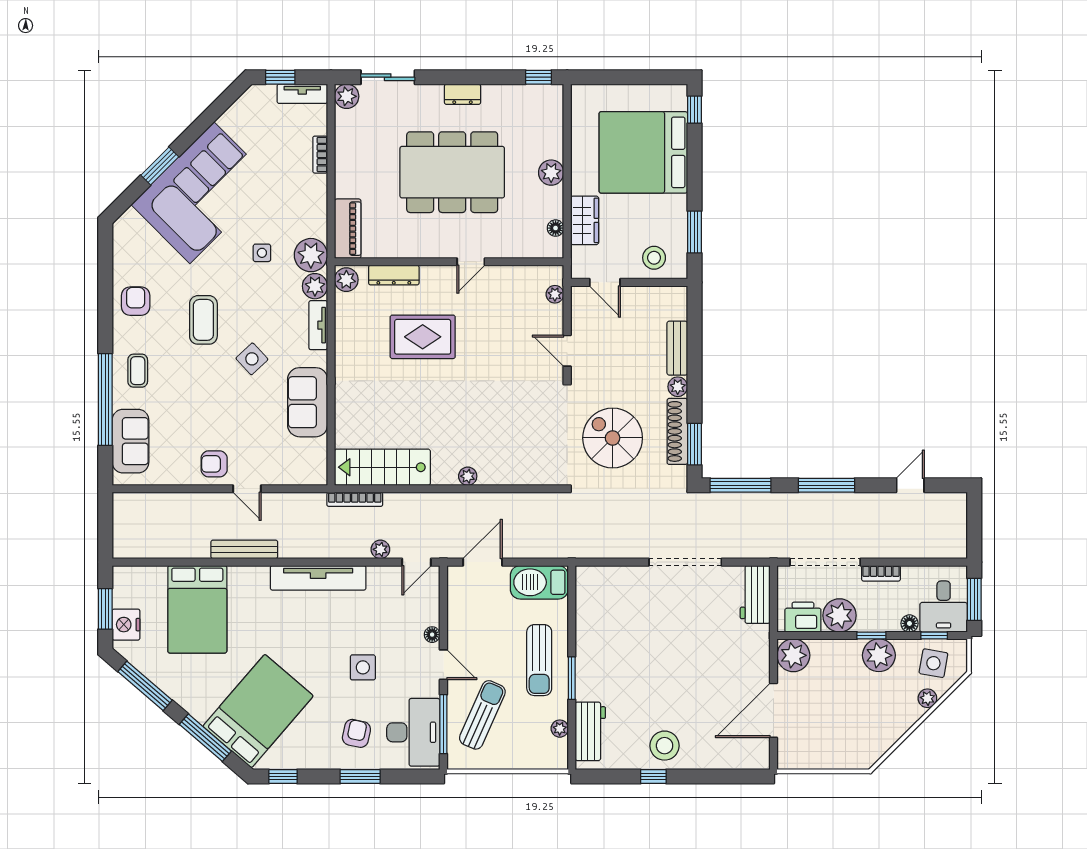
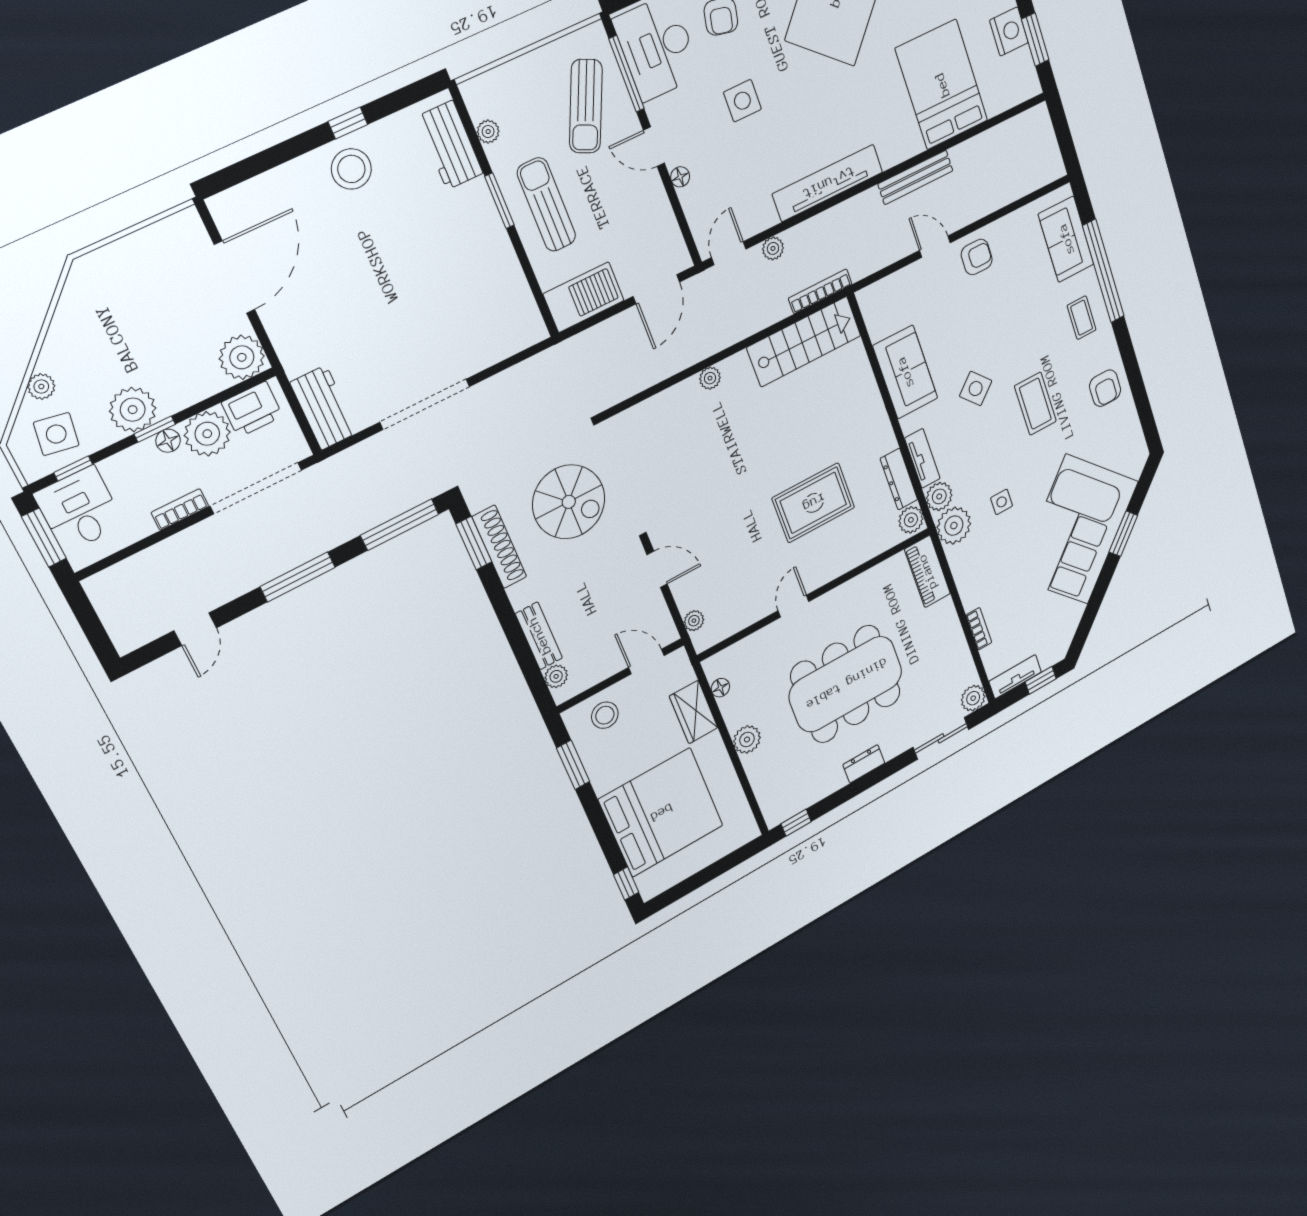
dresser: (394, 275) -> (899, 479), moved, turned -90
plant: (678, 387) -> (556, 676), moved
floor lamp: (909, 623) -> (168, 441), moved

